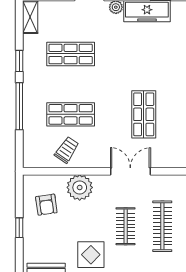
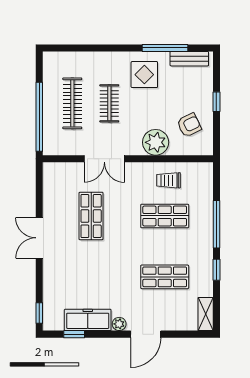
trolley: (67, 150) -> (168, 180), turned 56
armchair: (46, 205) -> (189, 125), turned 72

